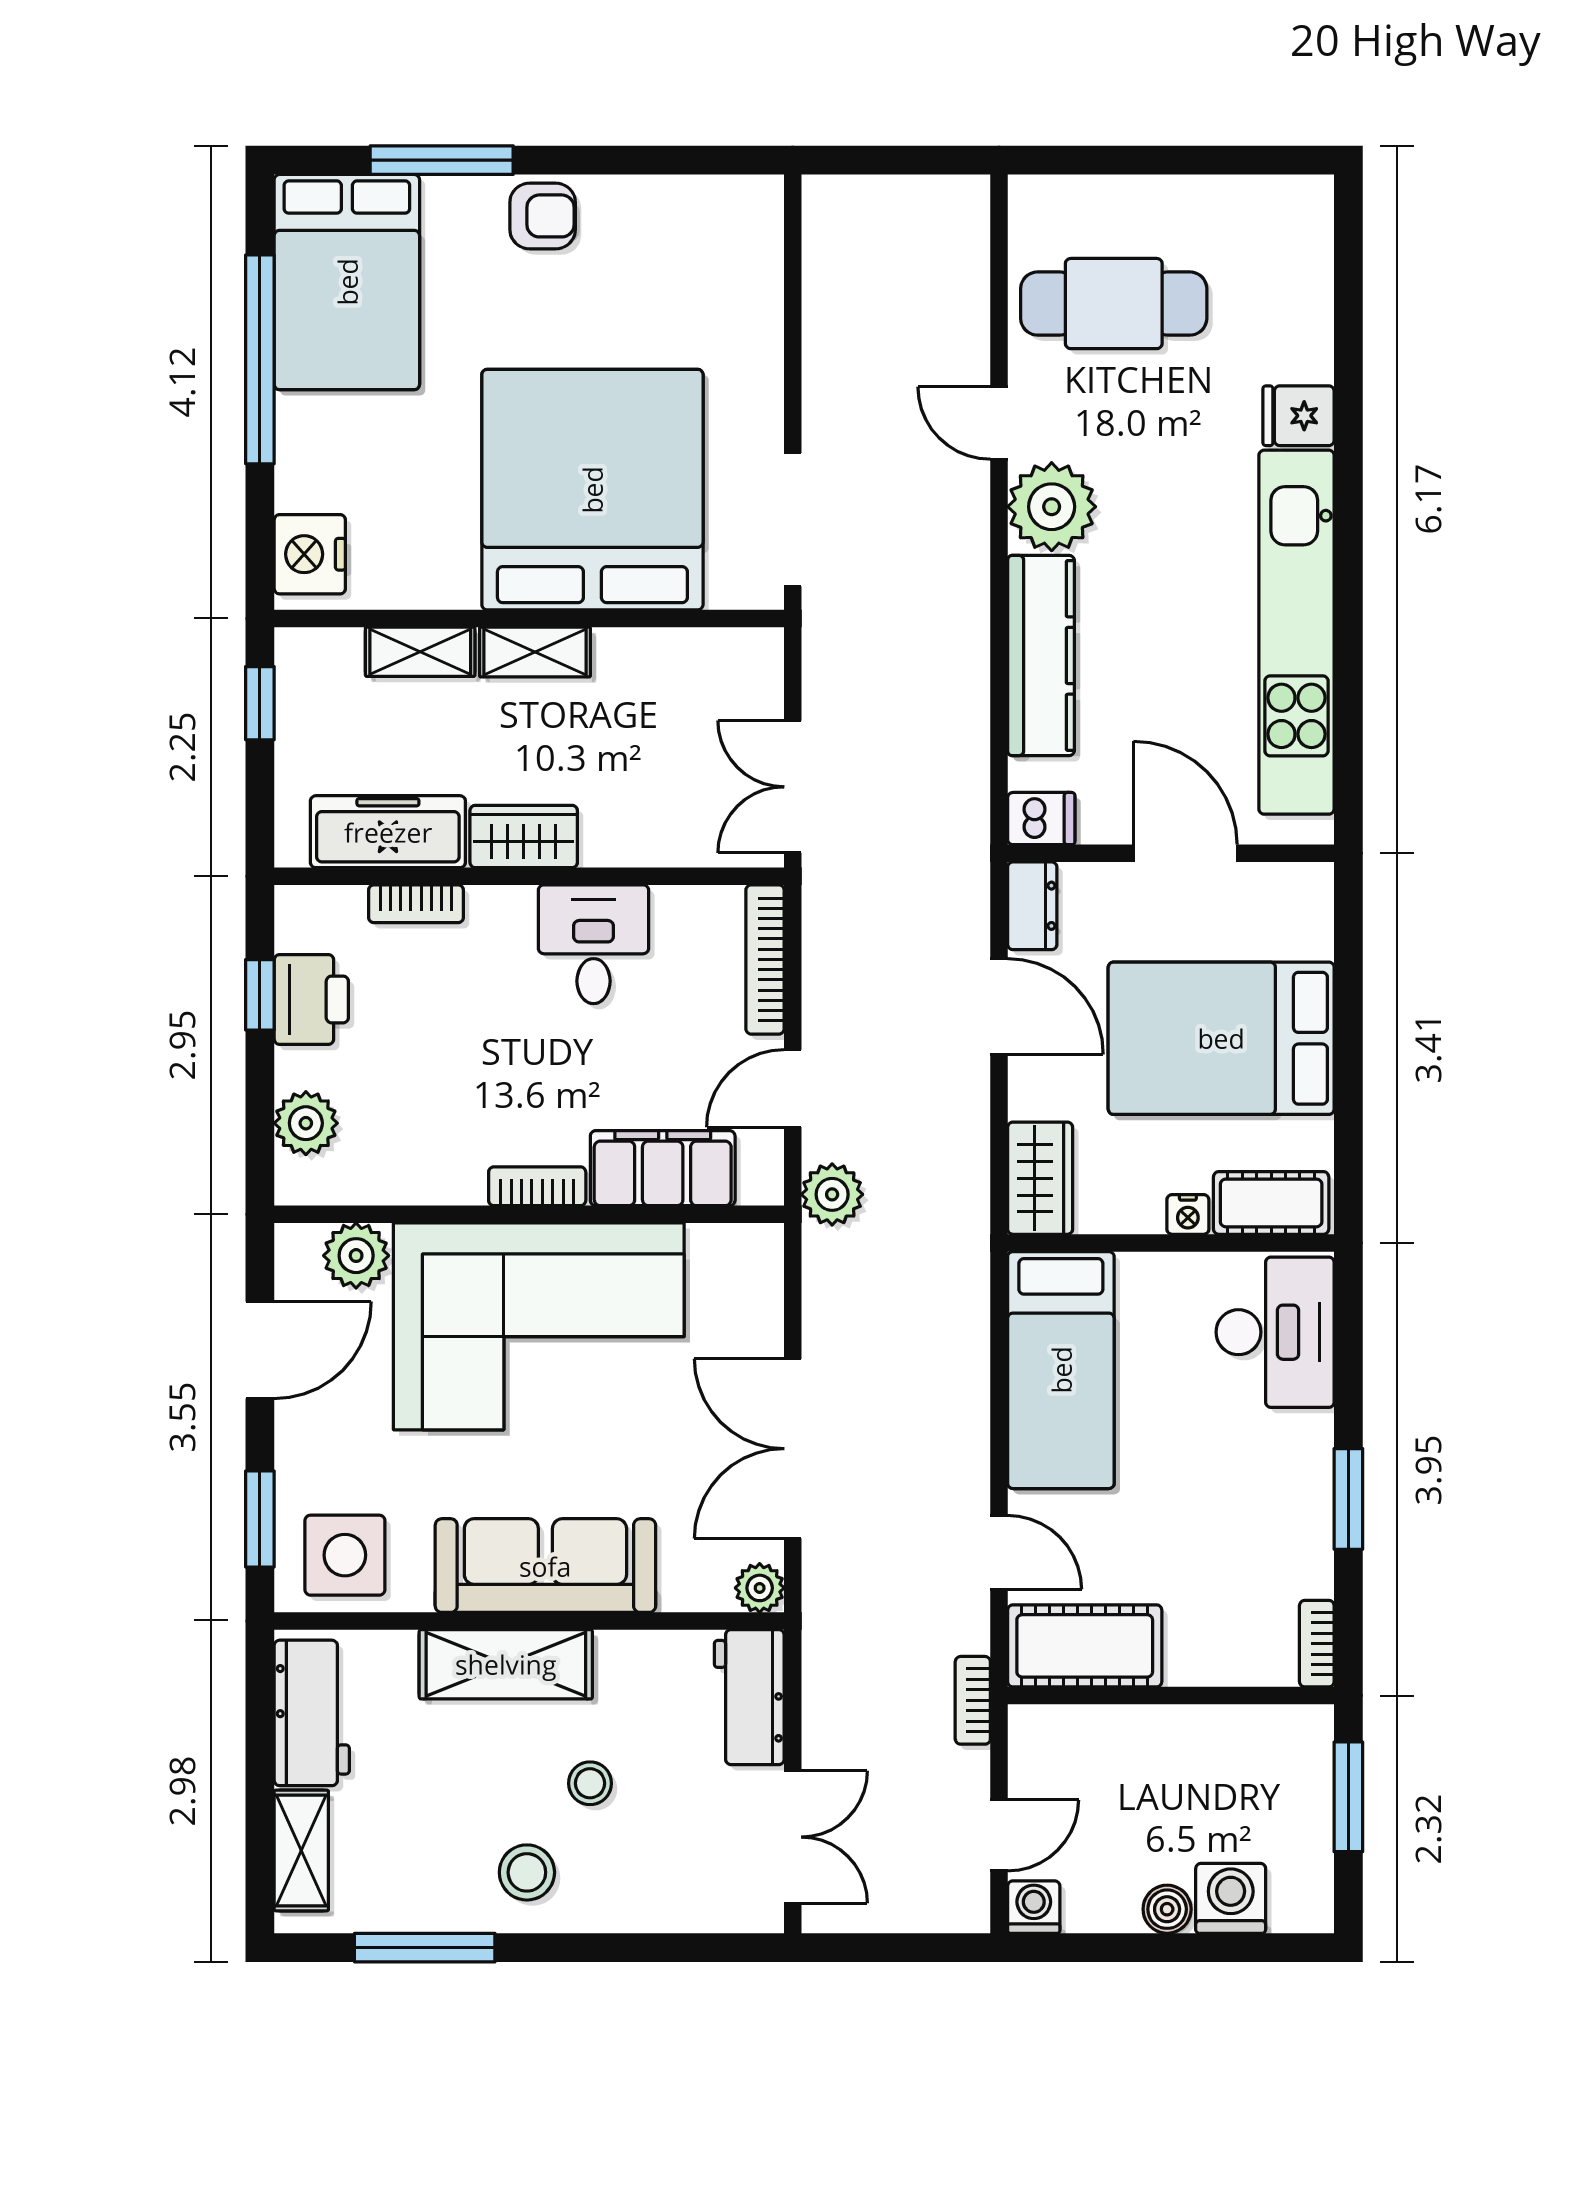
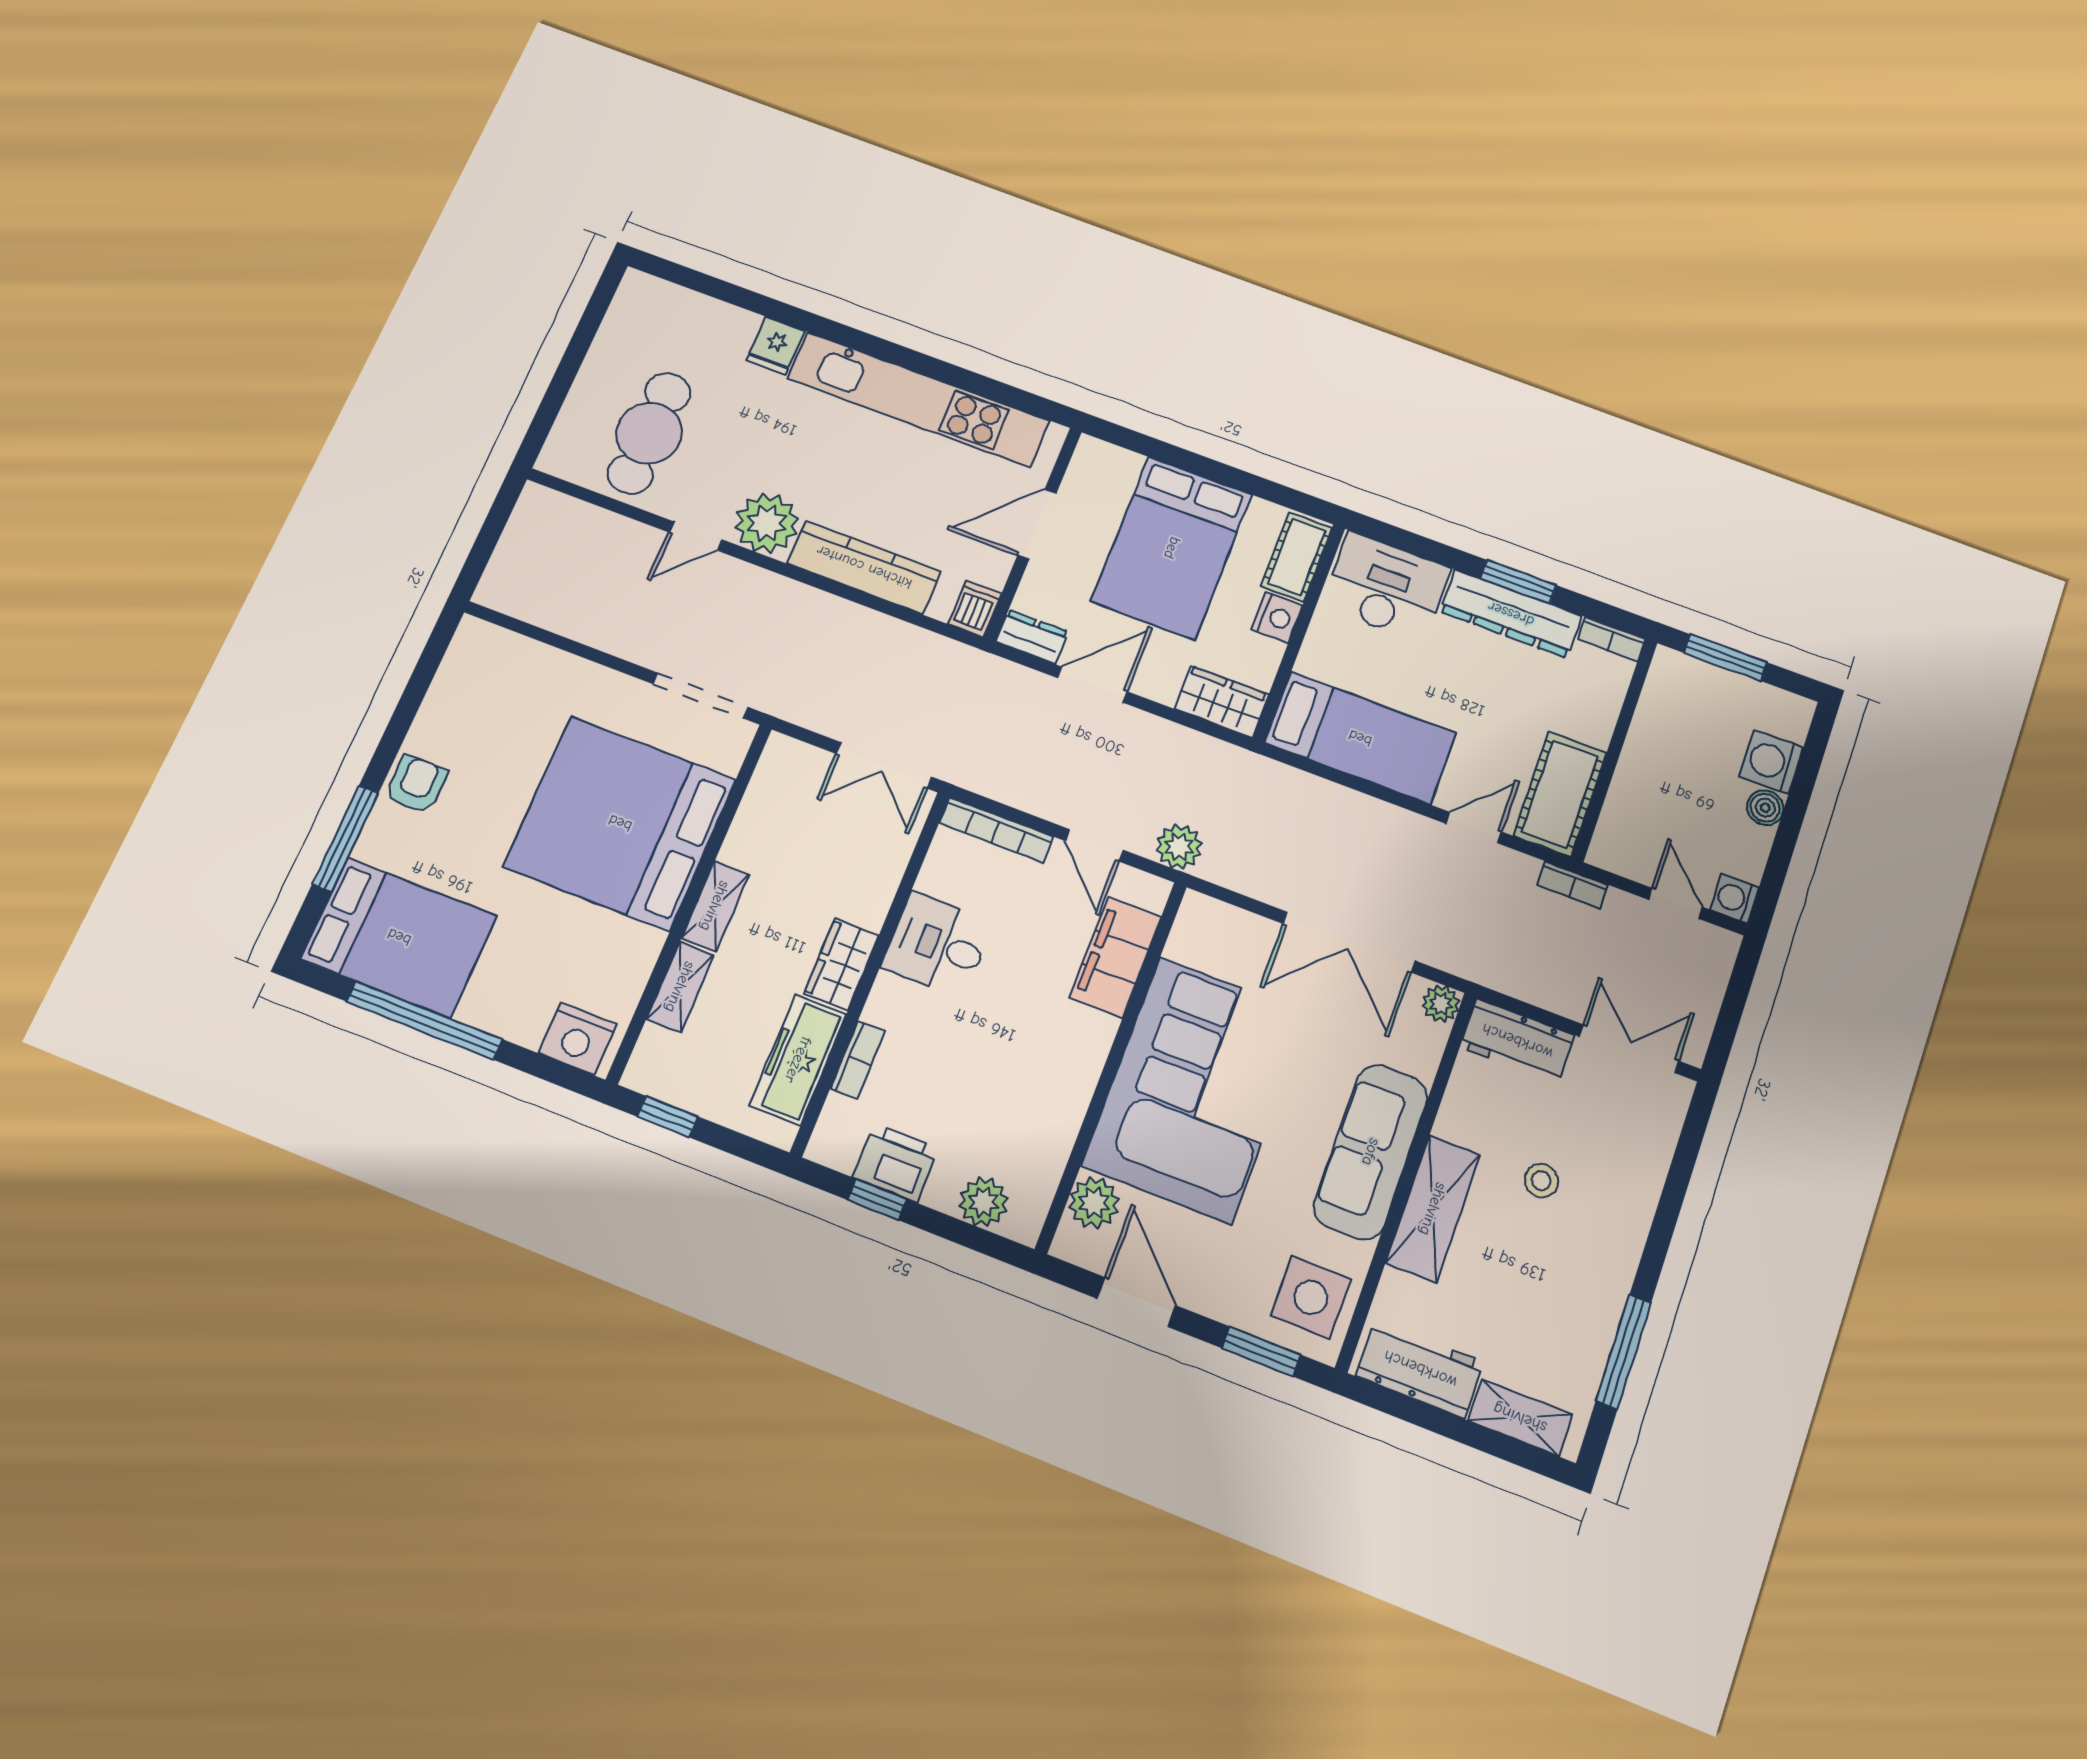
bookcase: (537, 1186) -> (1094, 1051), removed
nightstand: (1188, 1214) -> (1277, 617), width x1.39, depth x1.35
dresser: (1301, 1504) -> (1511, 614), added
stool: (527, 1872) -> (1592, 1253), removed

